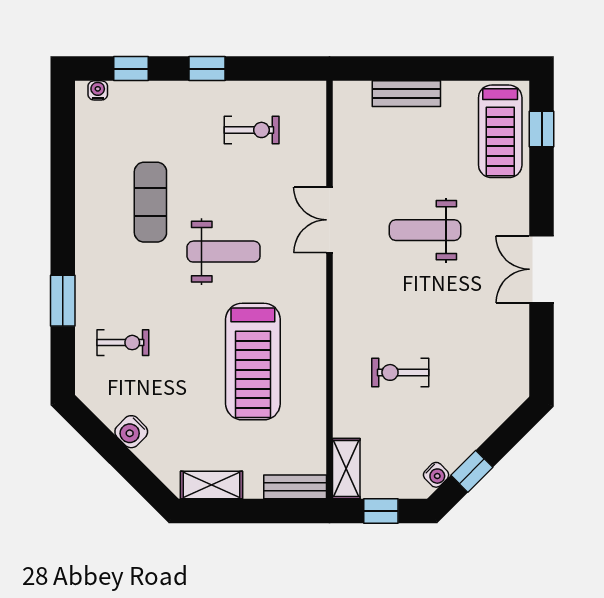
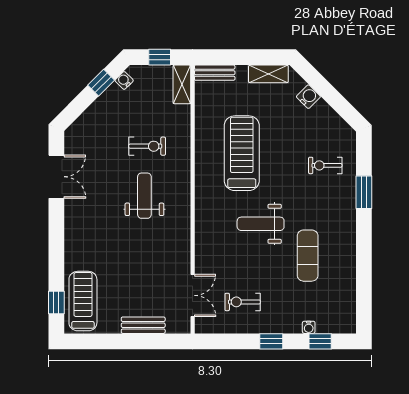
water cooler: (98, 90) -> (309, 327), moved
double door: (329, 220) -> (193, 295), moved
weight bench: (425, 230) -> (144, 196), moved, turned -90
double door: (542, 269) -> (56, 177), moved
water cooler: (131, 432) -> (308, 97), moved

